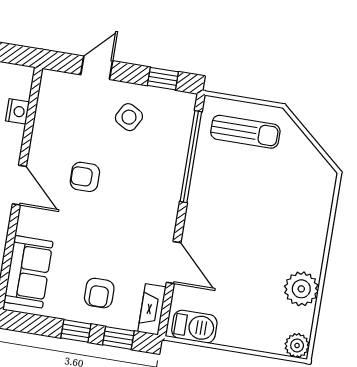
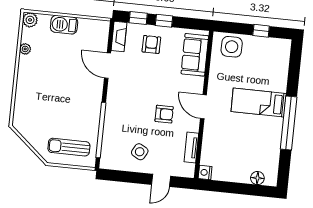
window: (163, 79) -> (121, 176), removed
nightstand: (17, 111) -> (205, 173), moved
tv unit: (43, 119) -> (191, 148), added
plant: (301, 289) -> (25, 49), width x0.53, depth x0.53
barbecue: (194, 327) -> (64, 25), moved

